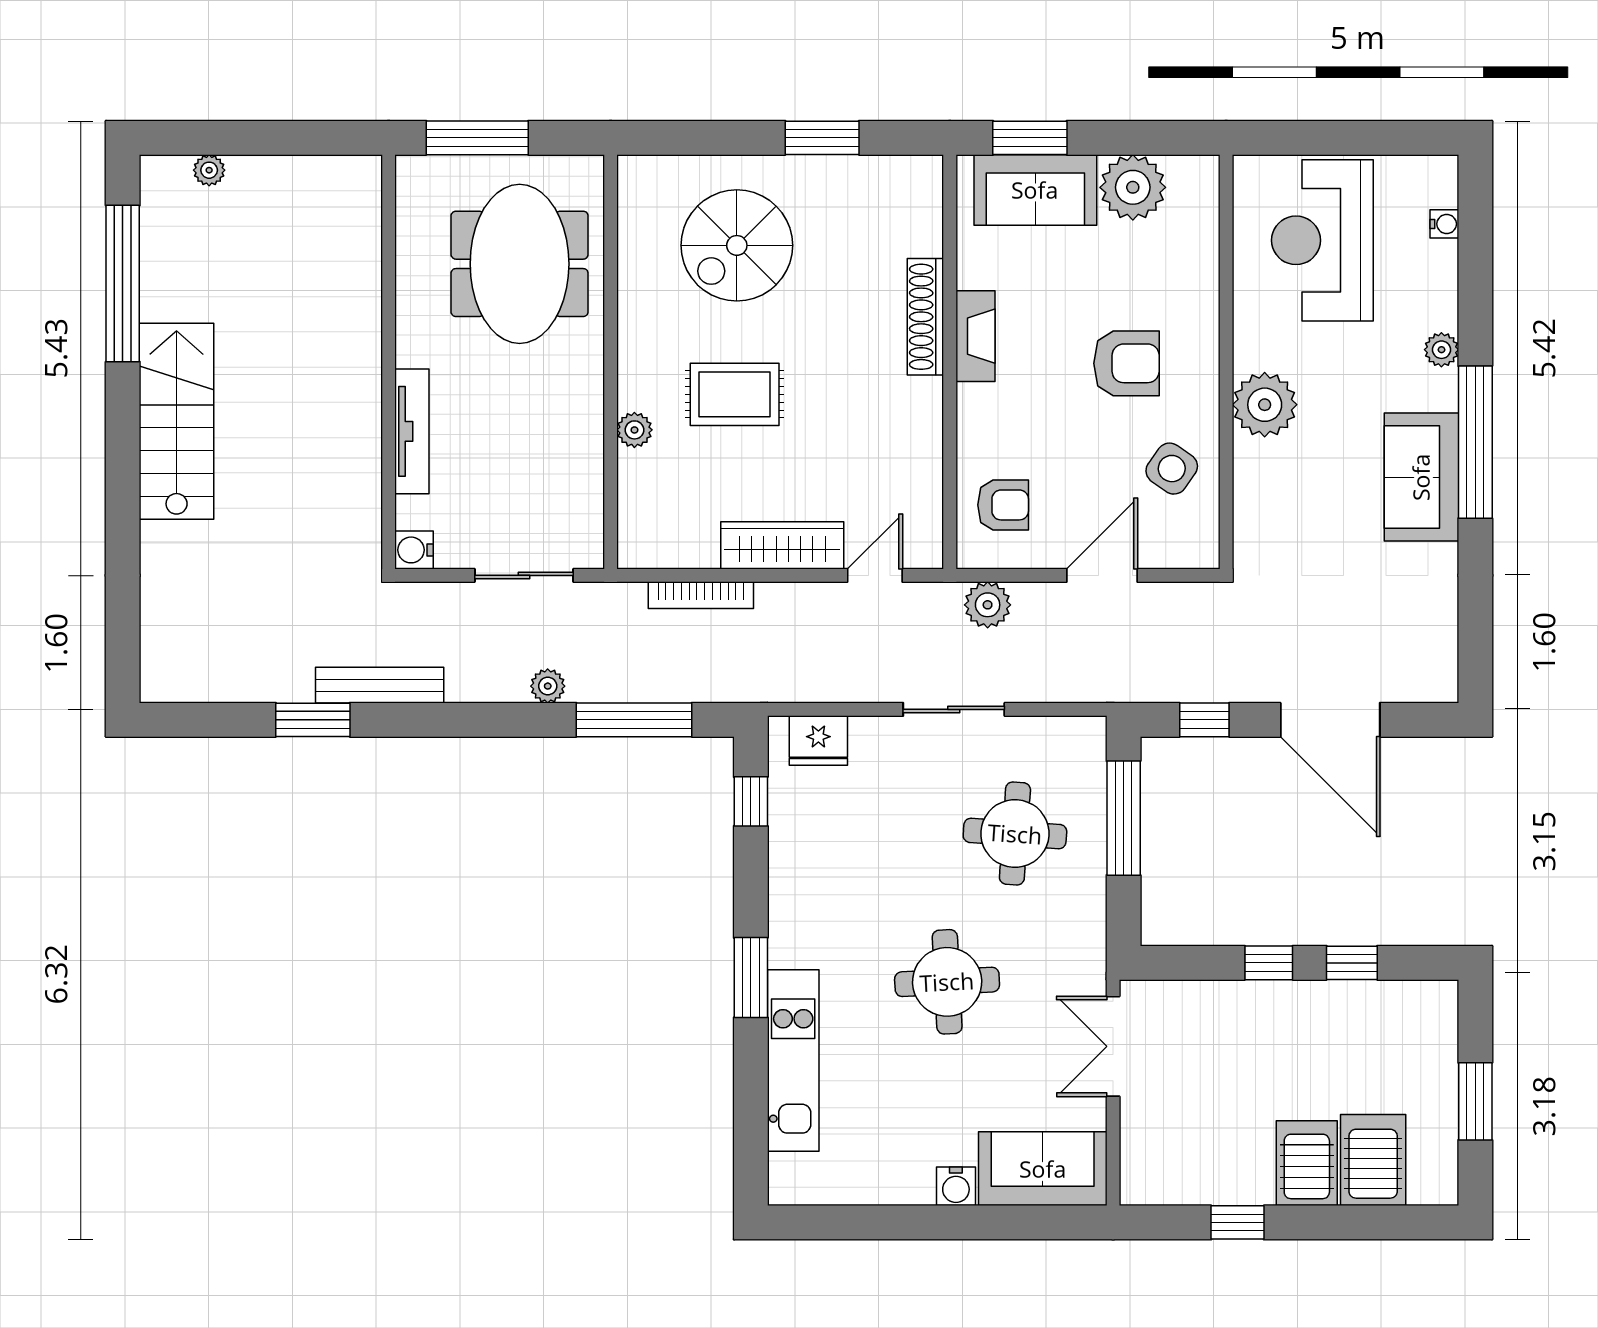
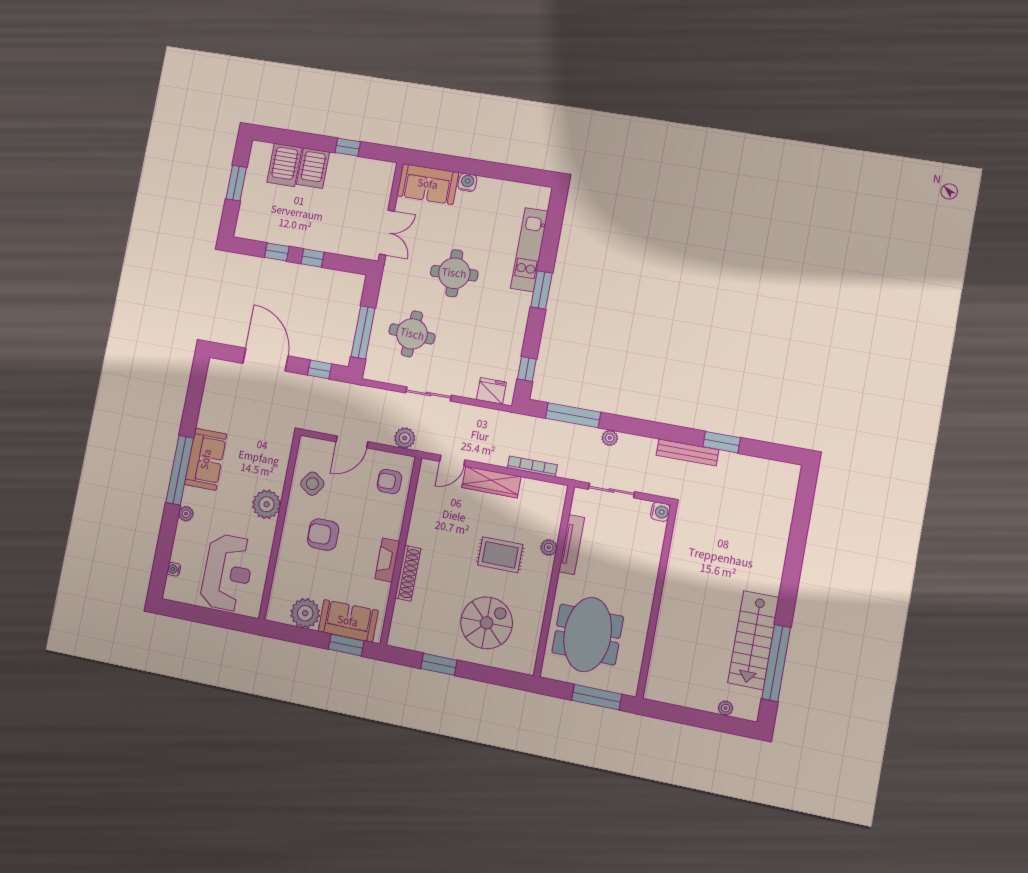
stairs: (177, 421) -> (753, 640), moved
tv unit: (412, 431) -> (572, 545), moved, turned 180

